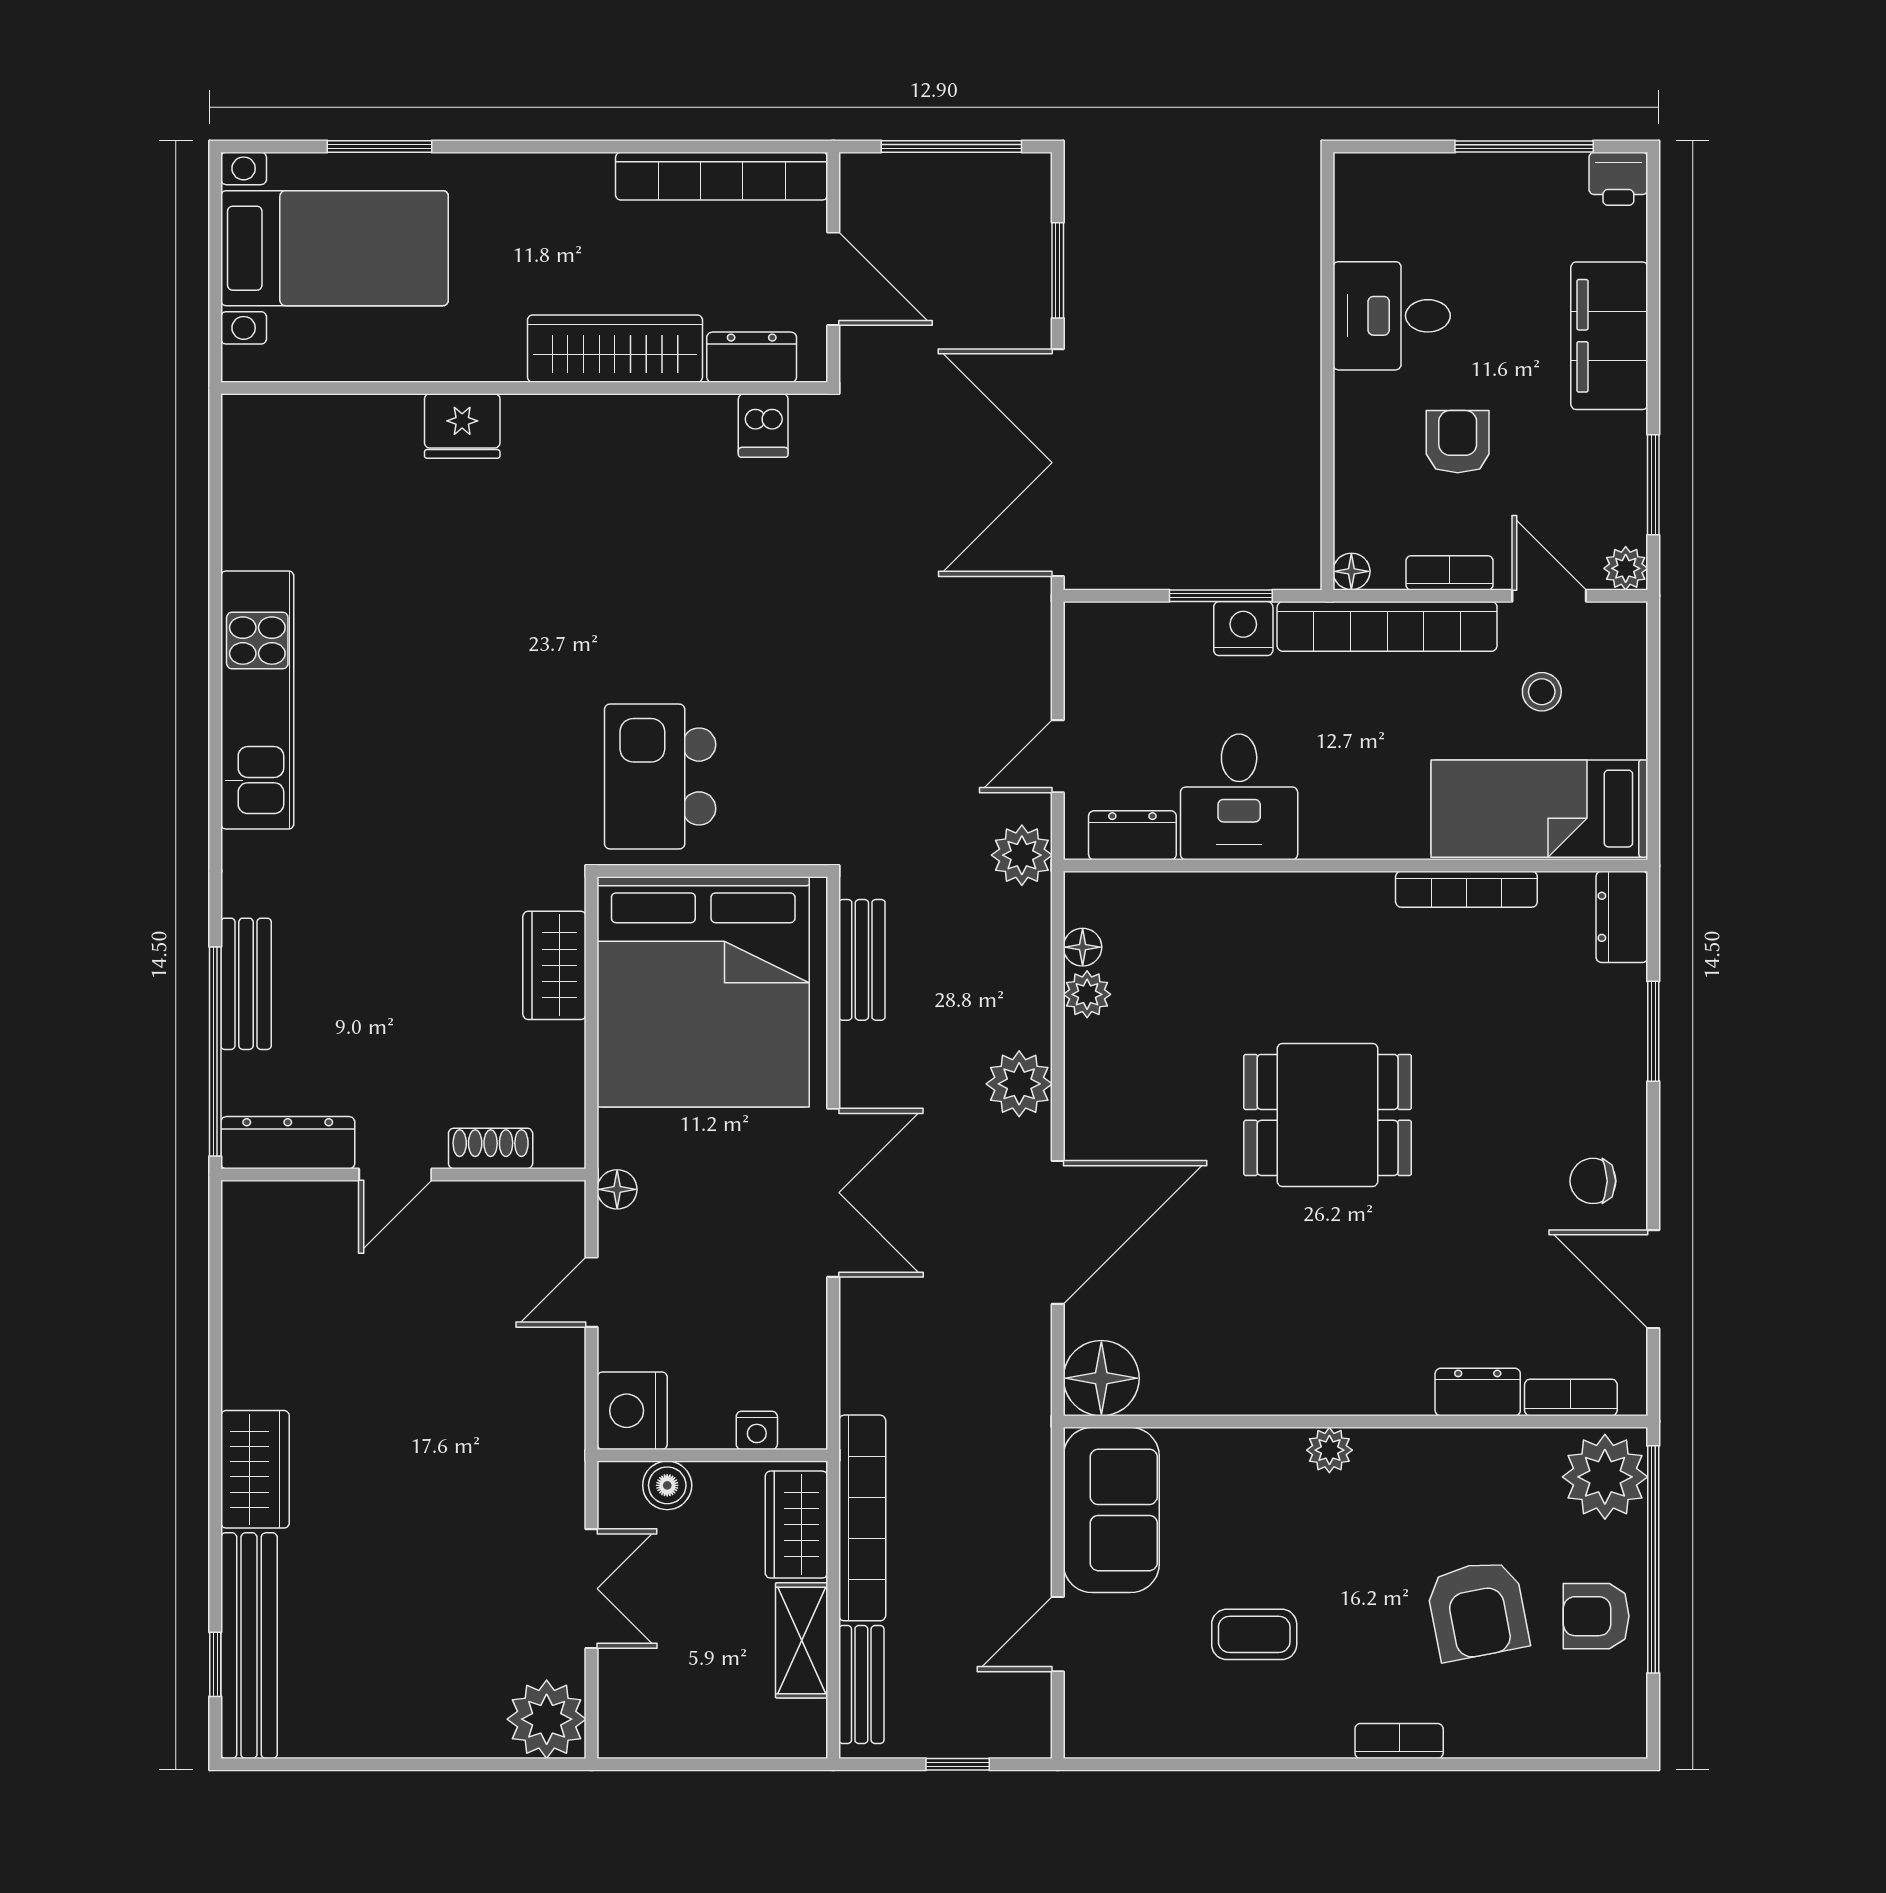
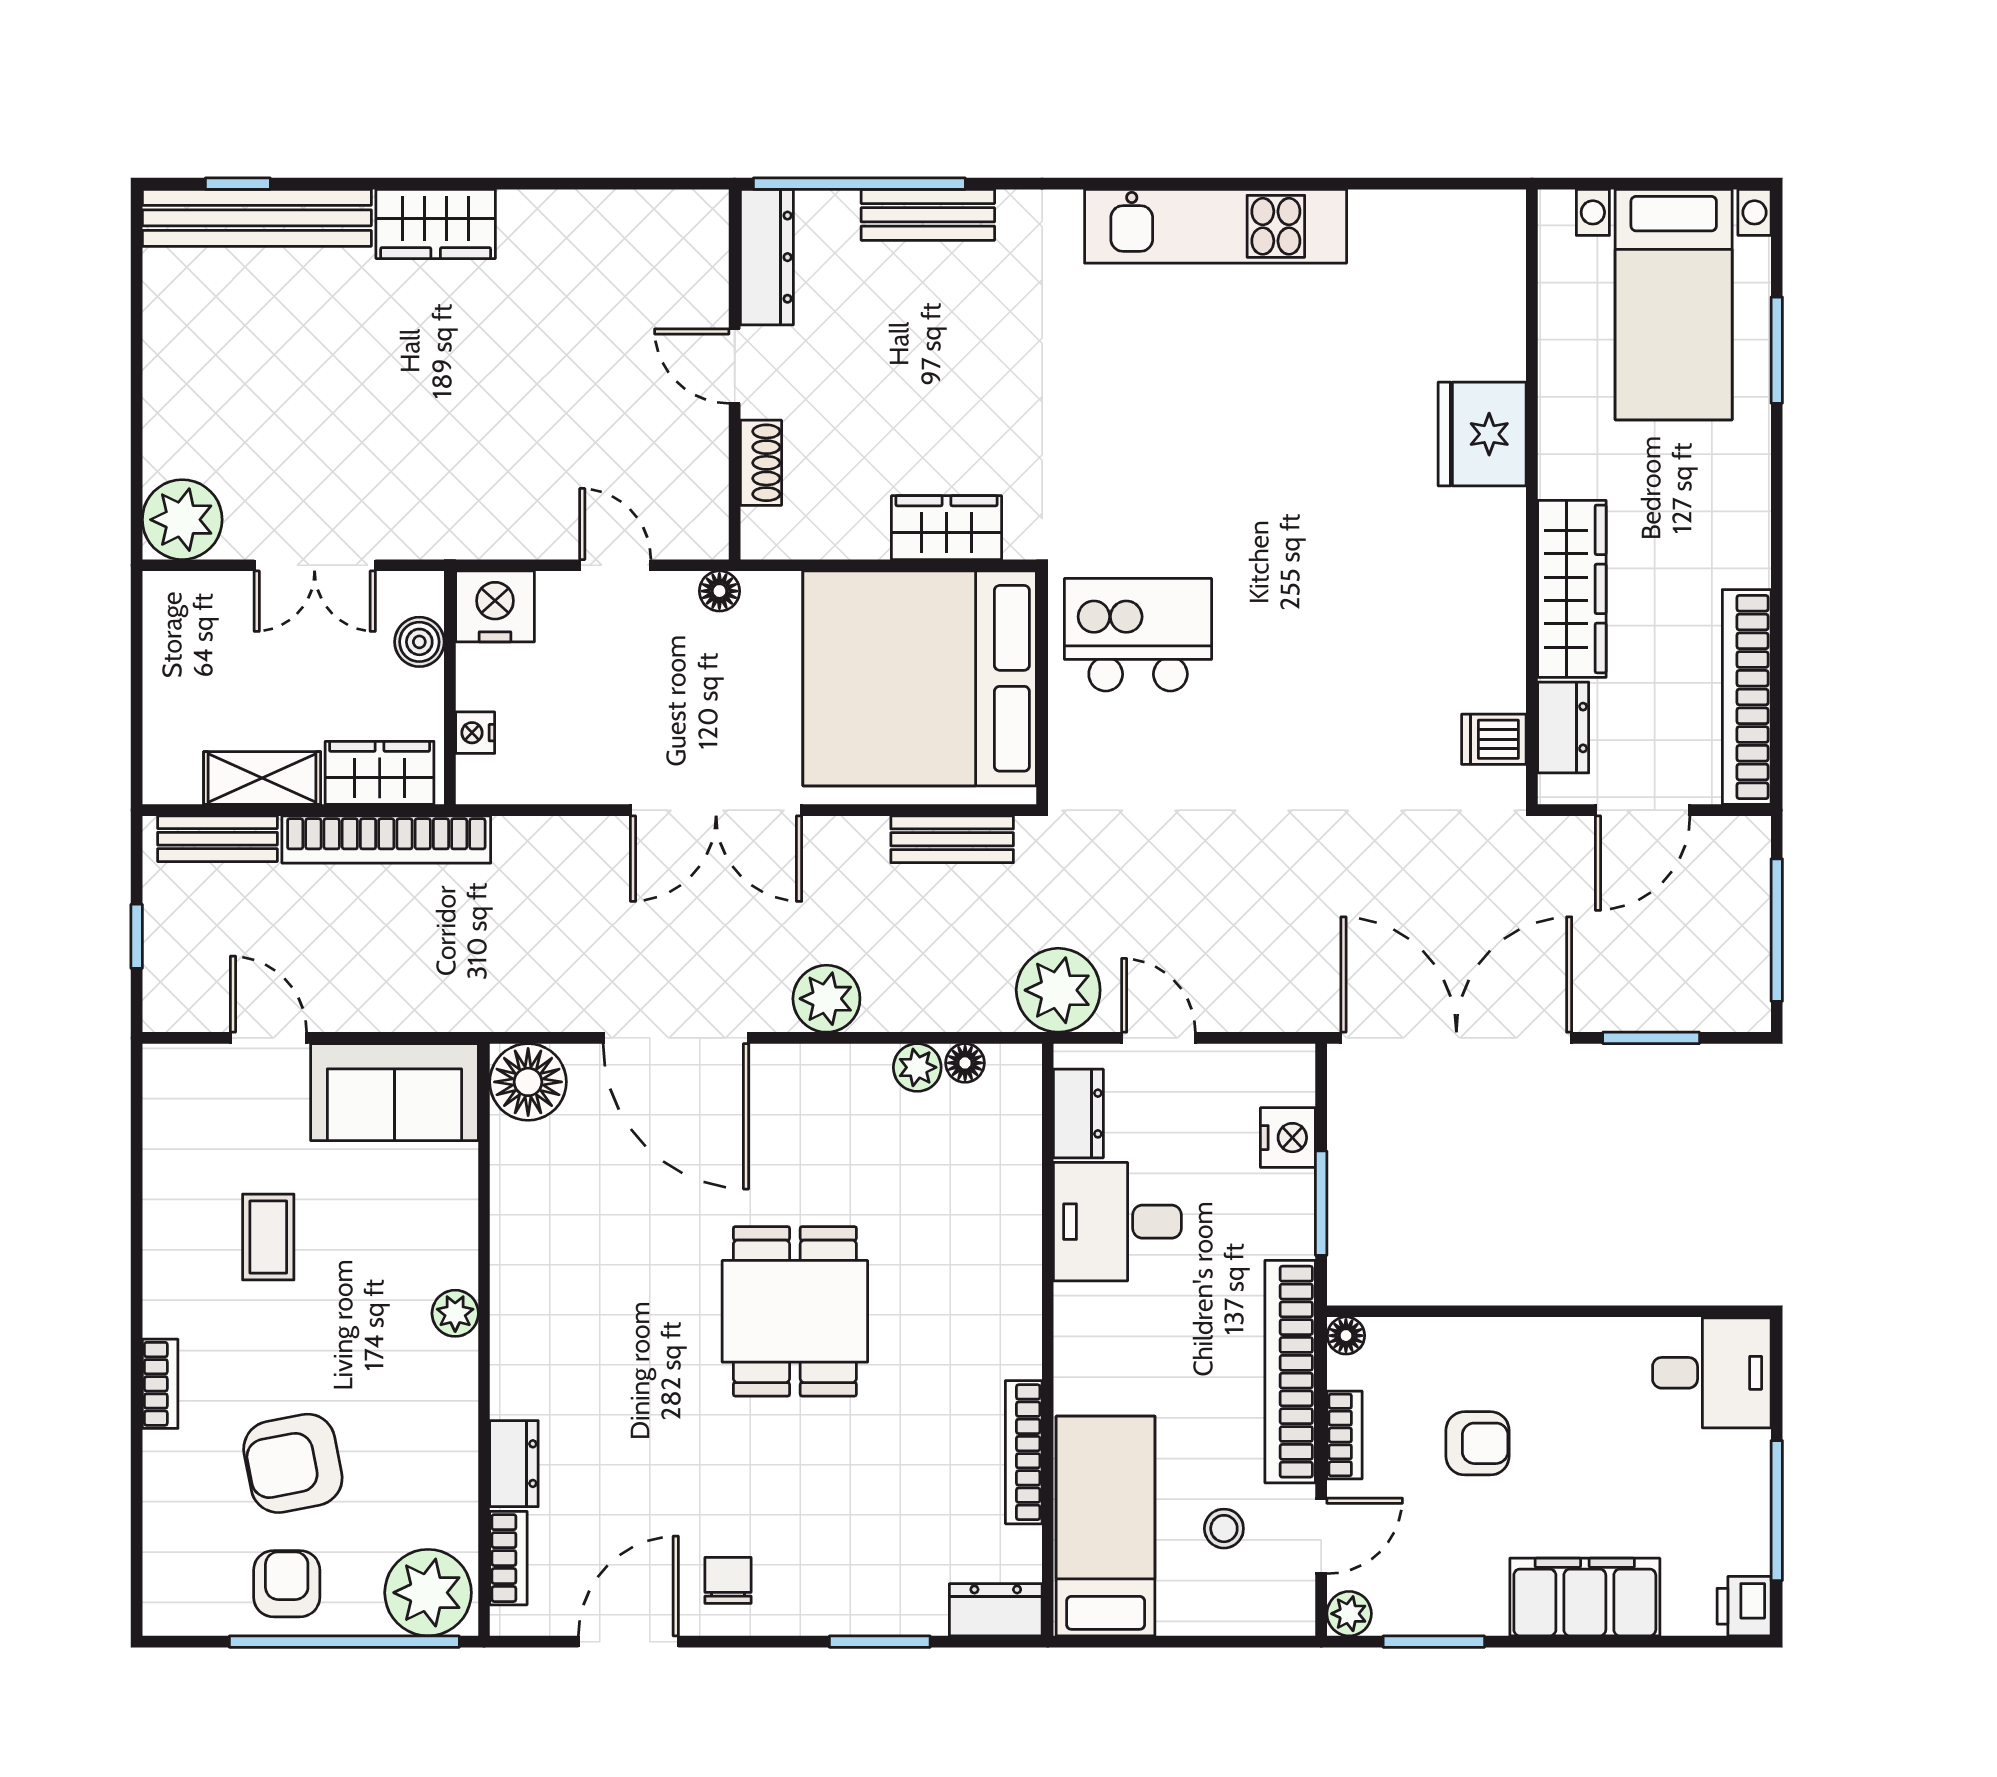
desk: (1392, 316) -> (1712, 1373), moved, turned 90
fridge: (462, 426) -> (1482, 434), width x1.36, depth x1.34
nightstand: (1243, 629) -> (1288, 1138), moved
plant: (1022, 855) -> (1058, 990), width x1.36, depth x1.36

